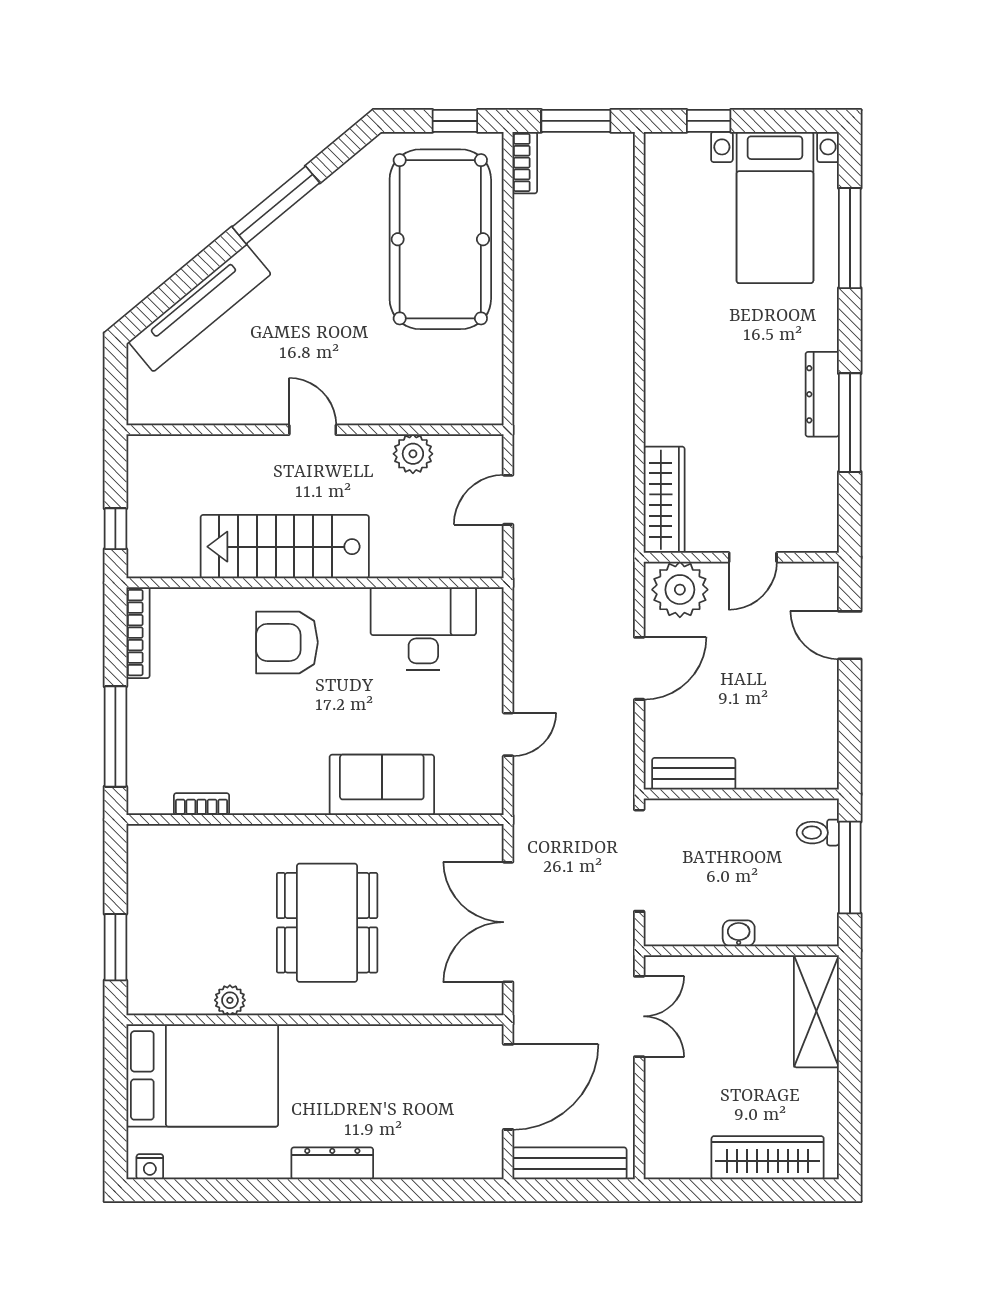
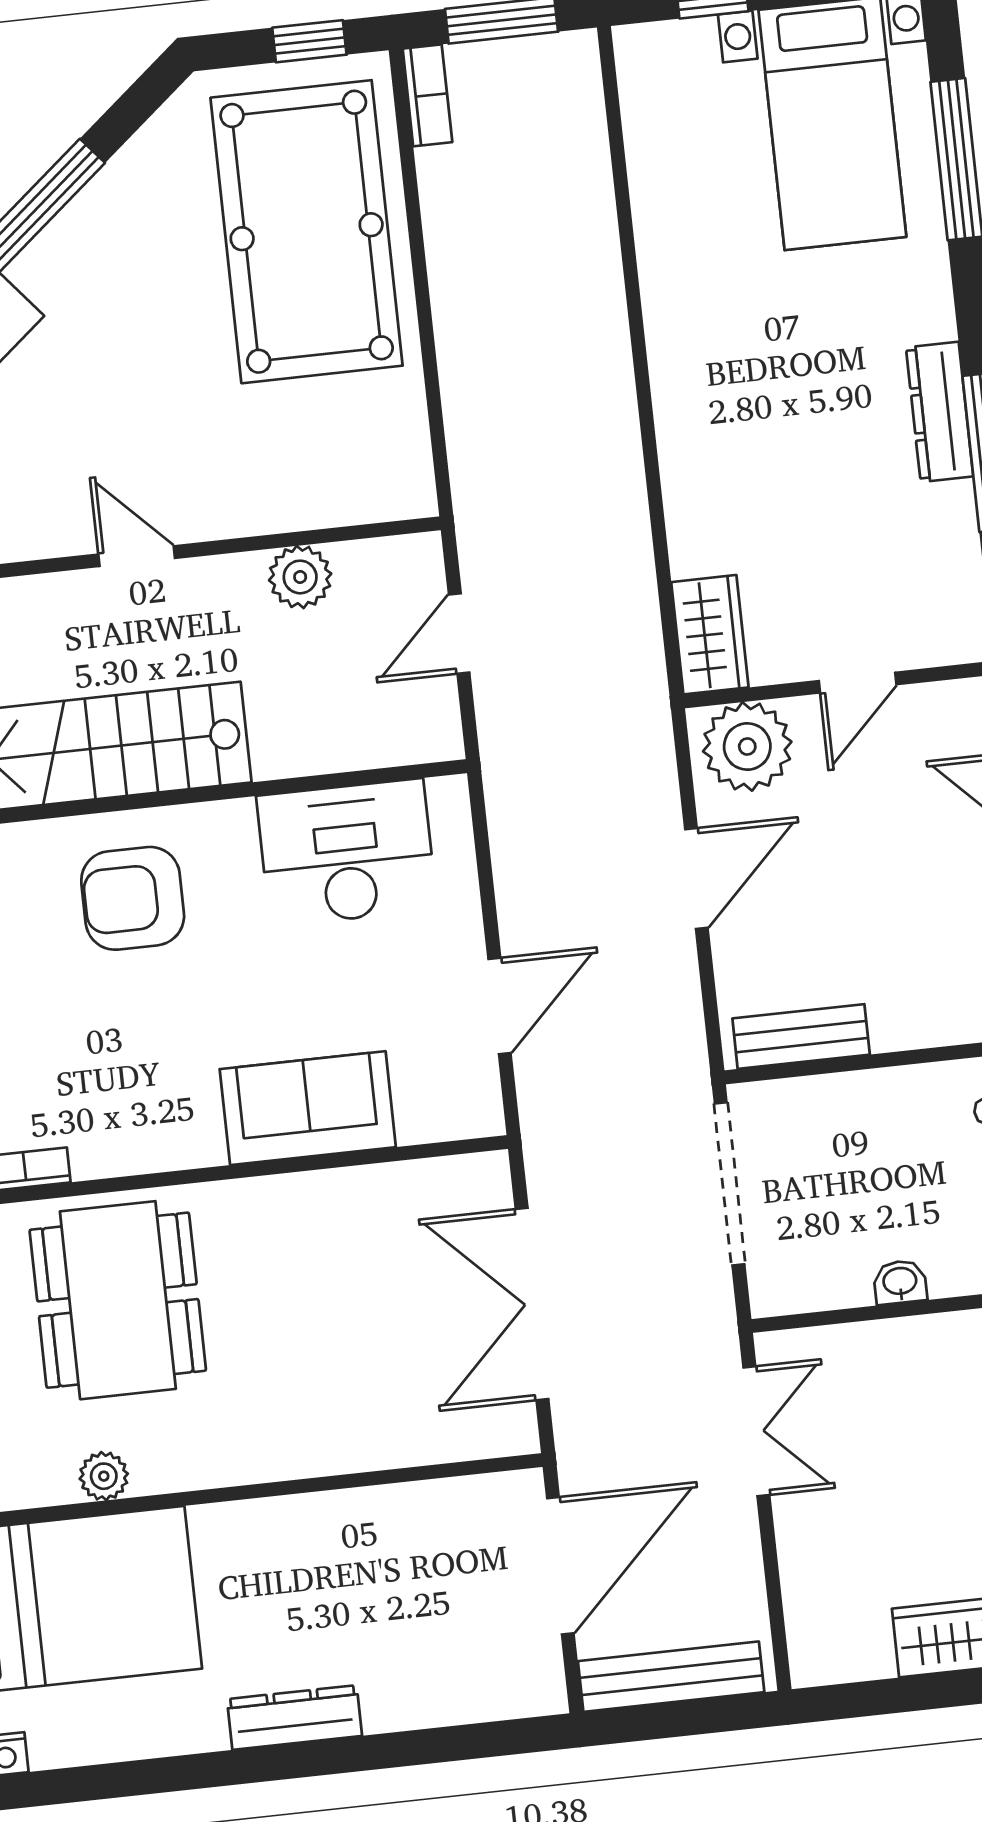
wardrobe: (664, 500) -> (710, 635), width x0.67
door: (508, 734) -> (500, 1006), width x1.38
dining table: (327, 923) -> (118, 1300), moved

